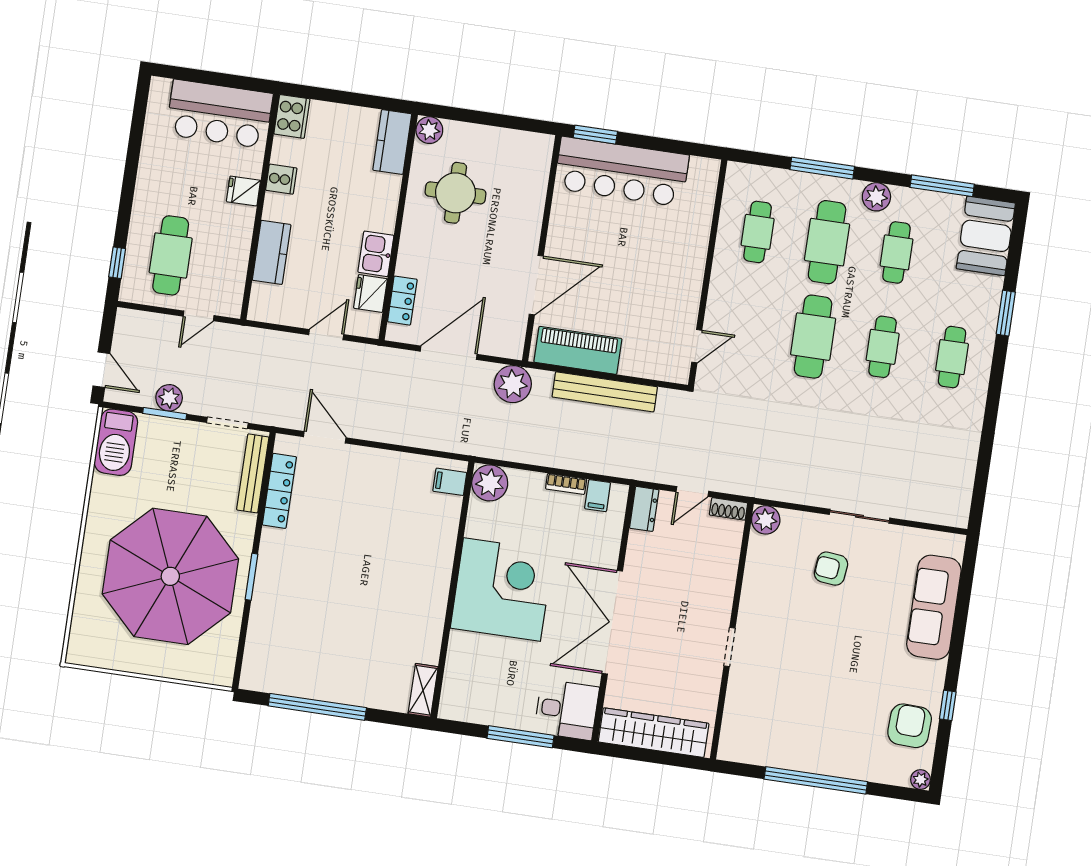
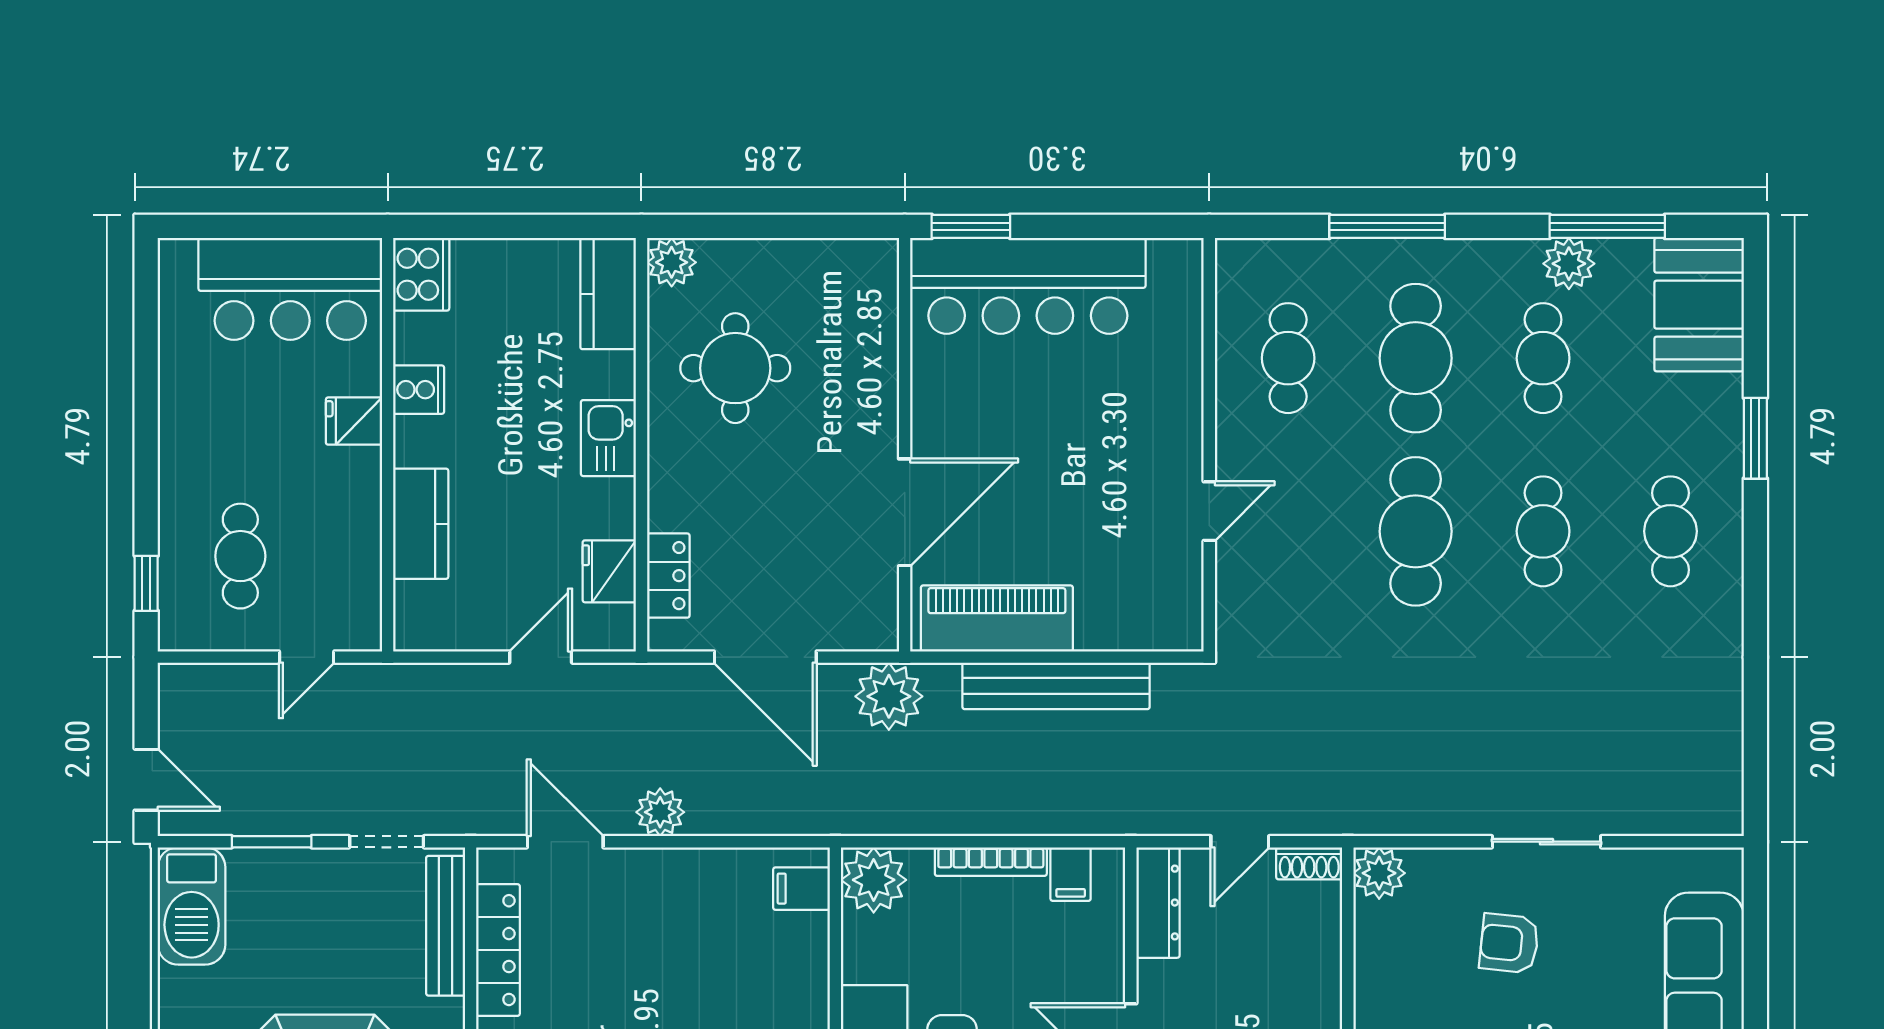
plant: (876, 197) -> (1569, 264), moved
kitchen sink: (376, 254) -> (608, 438), moved
cafe table: (171, 255) -> (240, 556), width x0.73, depth x0.74
door: (697, 346) -> (1209, 511), moved
door: (449, 353) -> (765, 657), swing flipped
plant: (169, 398) -> (660, 812), moved
bookcase: (566, 484) -> (991, 862), width x1.56
dresser: (644, 509) -> (1158, 903), width x1.44

